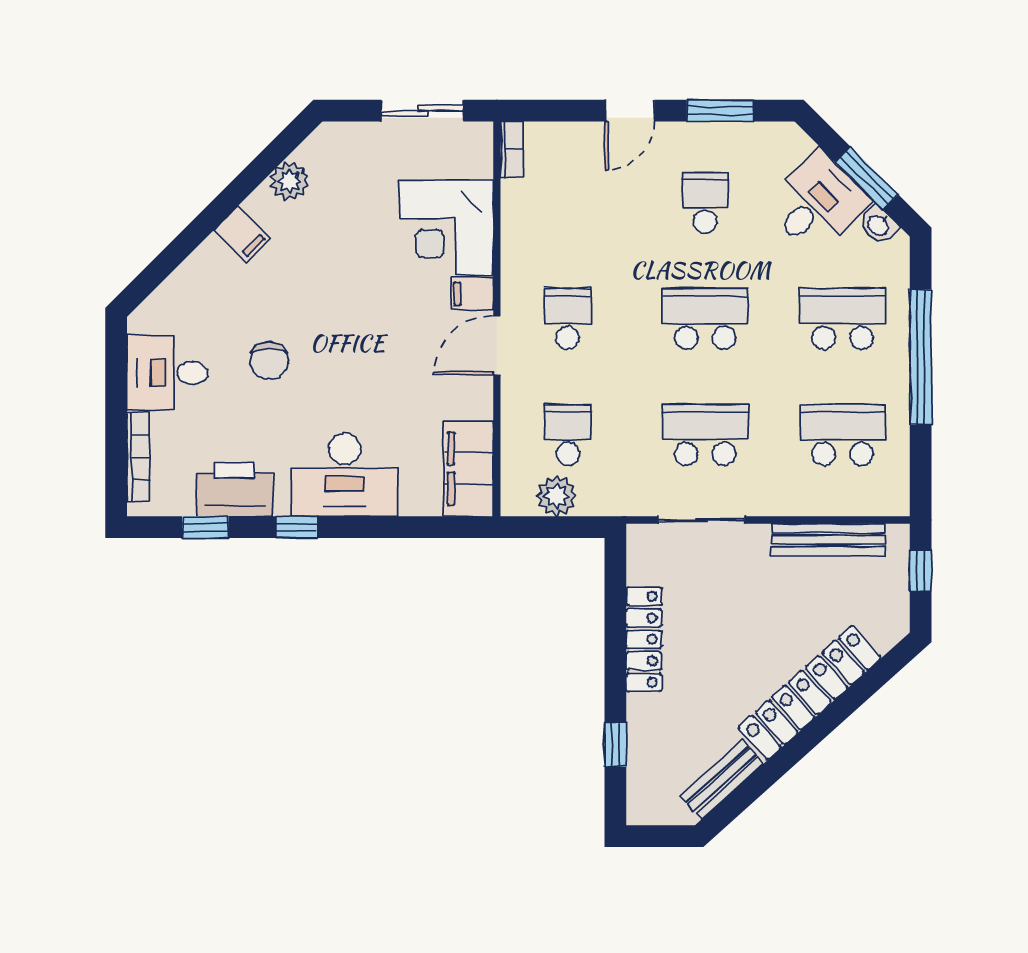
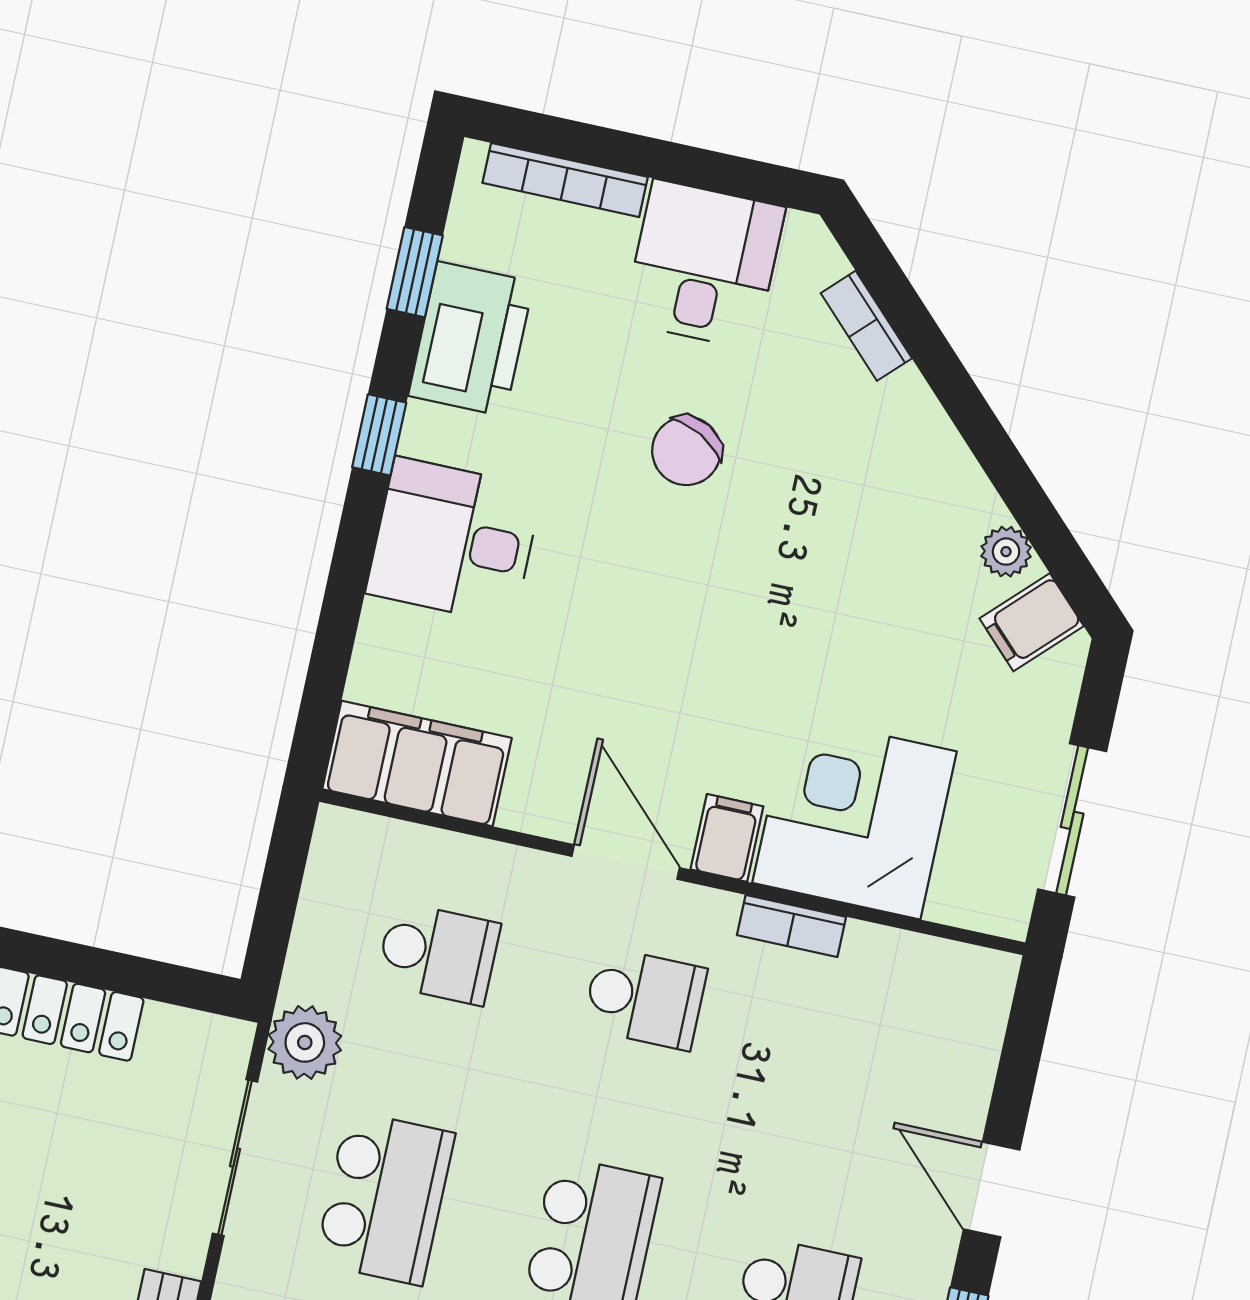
bookcase: (512, 150) -> (792, 926), moved
plant: (290, 181) -> (1006, 552), width x0.73, depth x0.73
filing cabinet: (242, 234) -> (1032, 622), moved
bookcase: (181, 279) -> (866, 326), added
chair: (269, 361) -> (686, 451), turned -61
desk: (345, 475) -> (454, 541), width x0.73
plant: (557, 496) -> (305, 1042), moved

